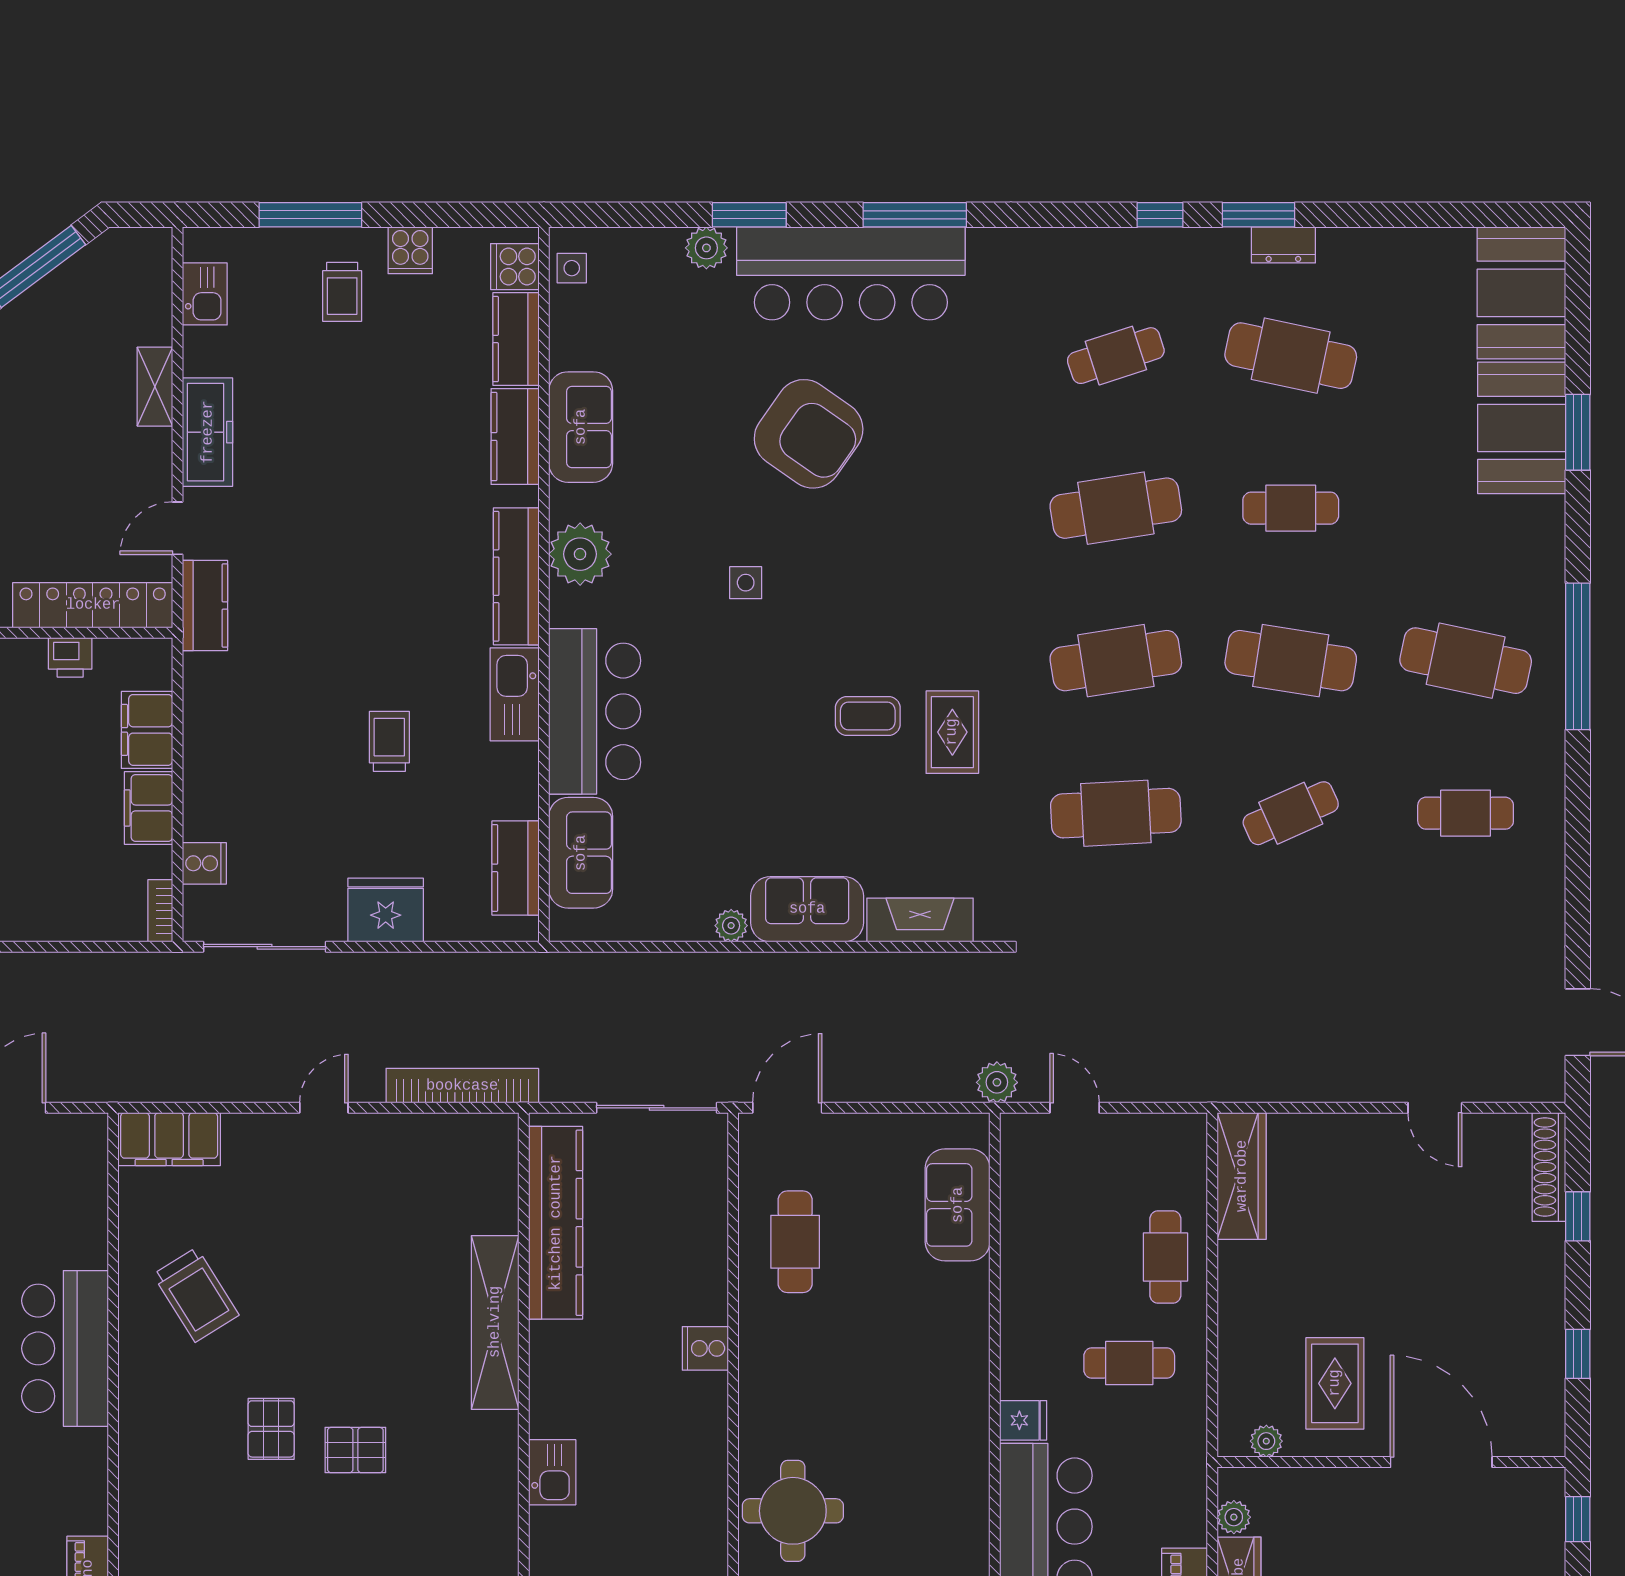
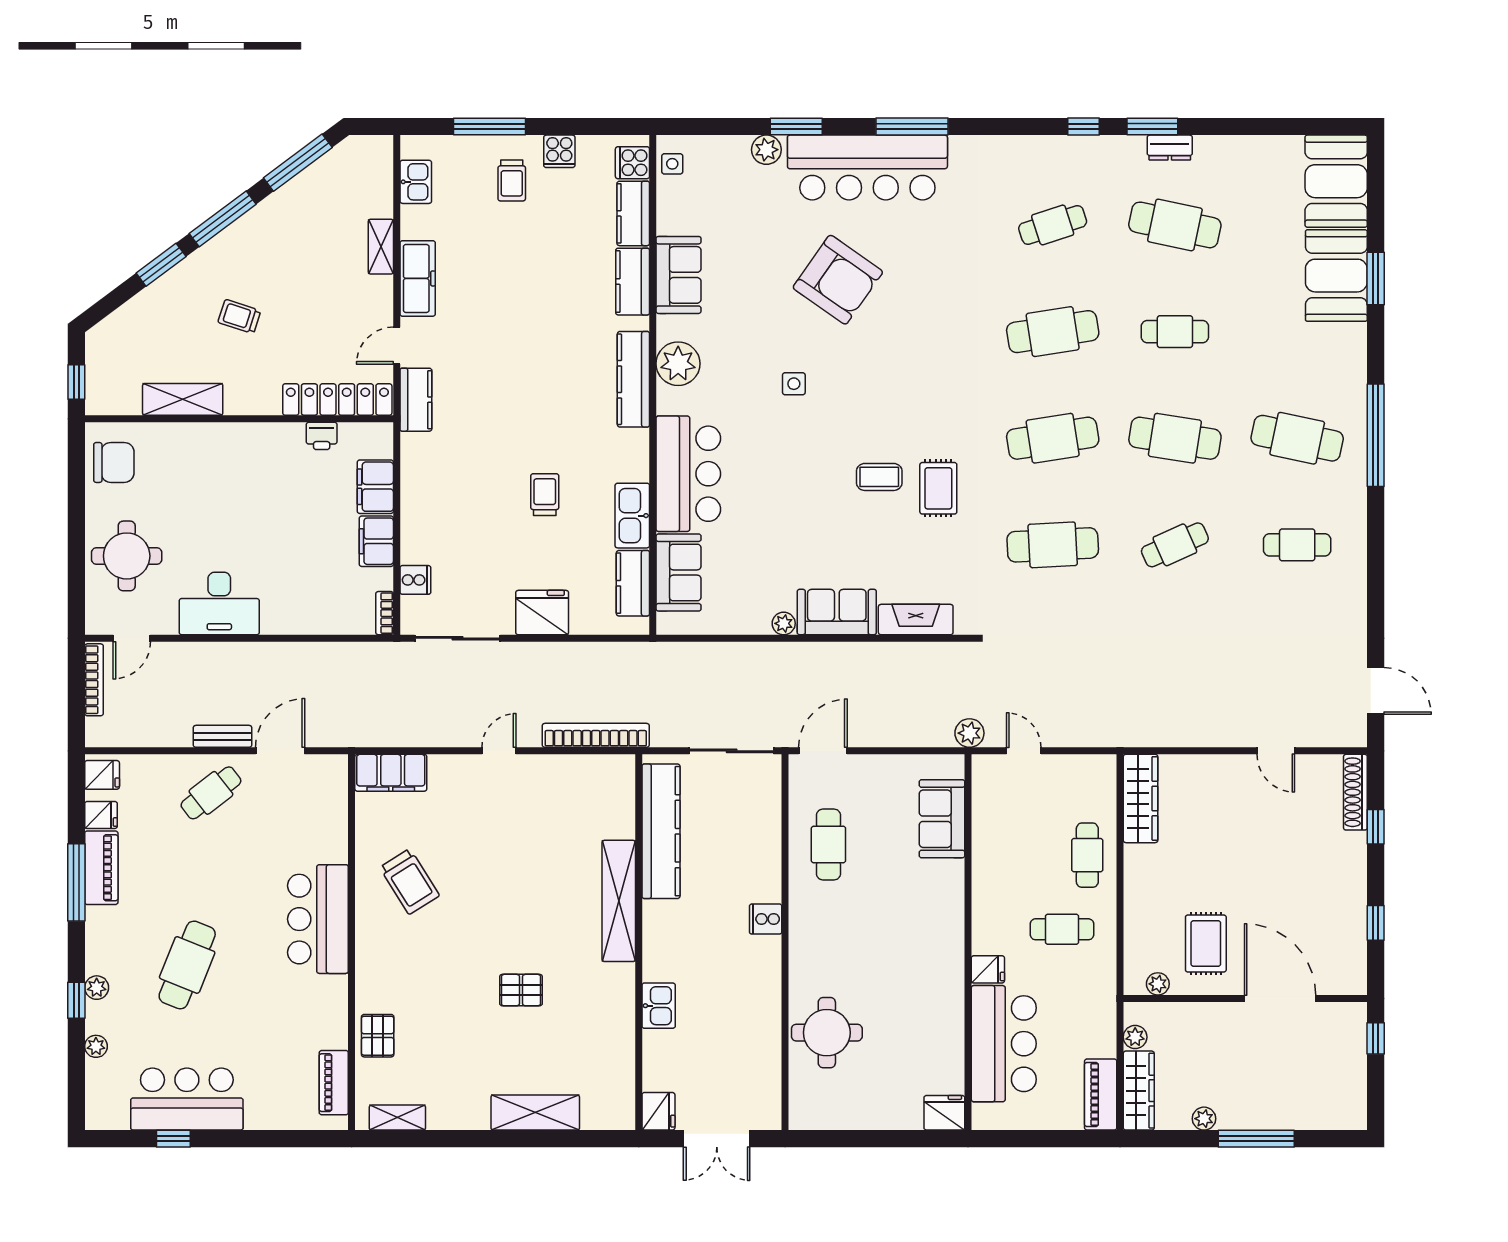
kitchen sink: (515, 694) -> (632, 516), moved
pallet: (271, 1429) -> (378, 1036), moved

